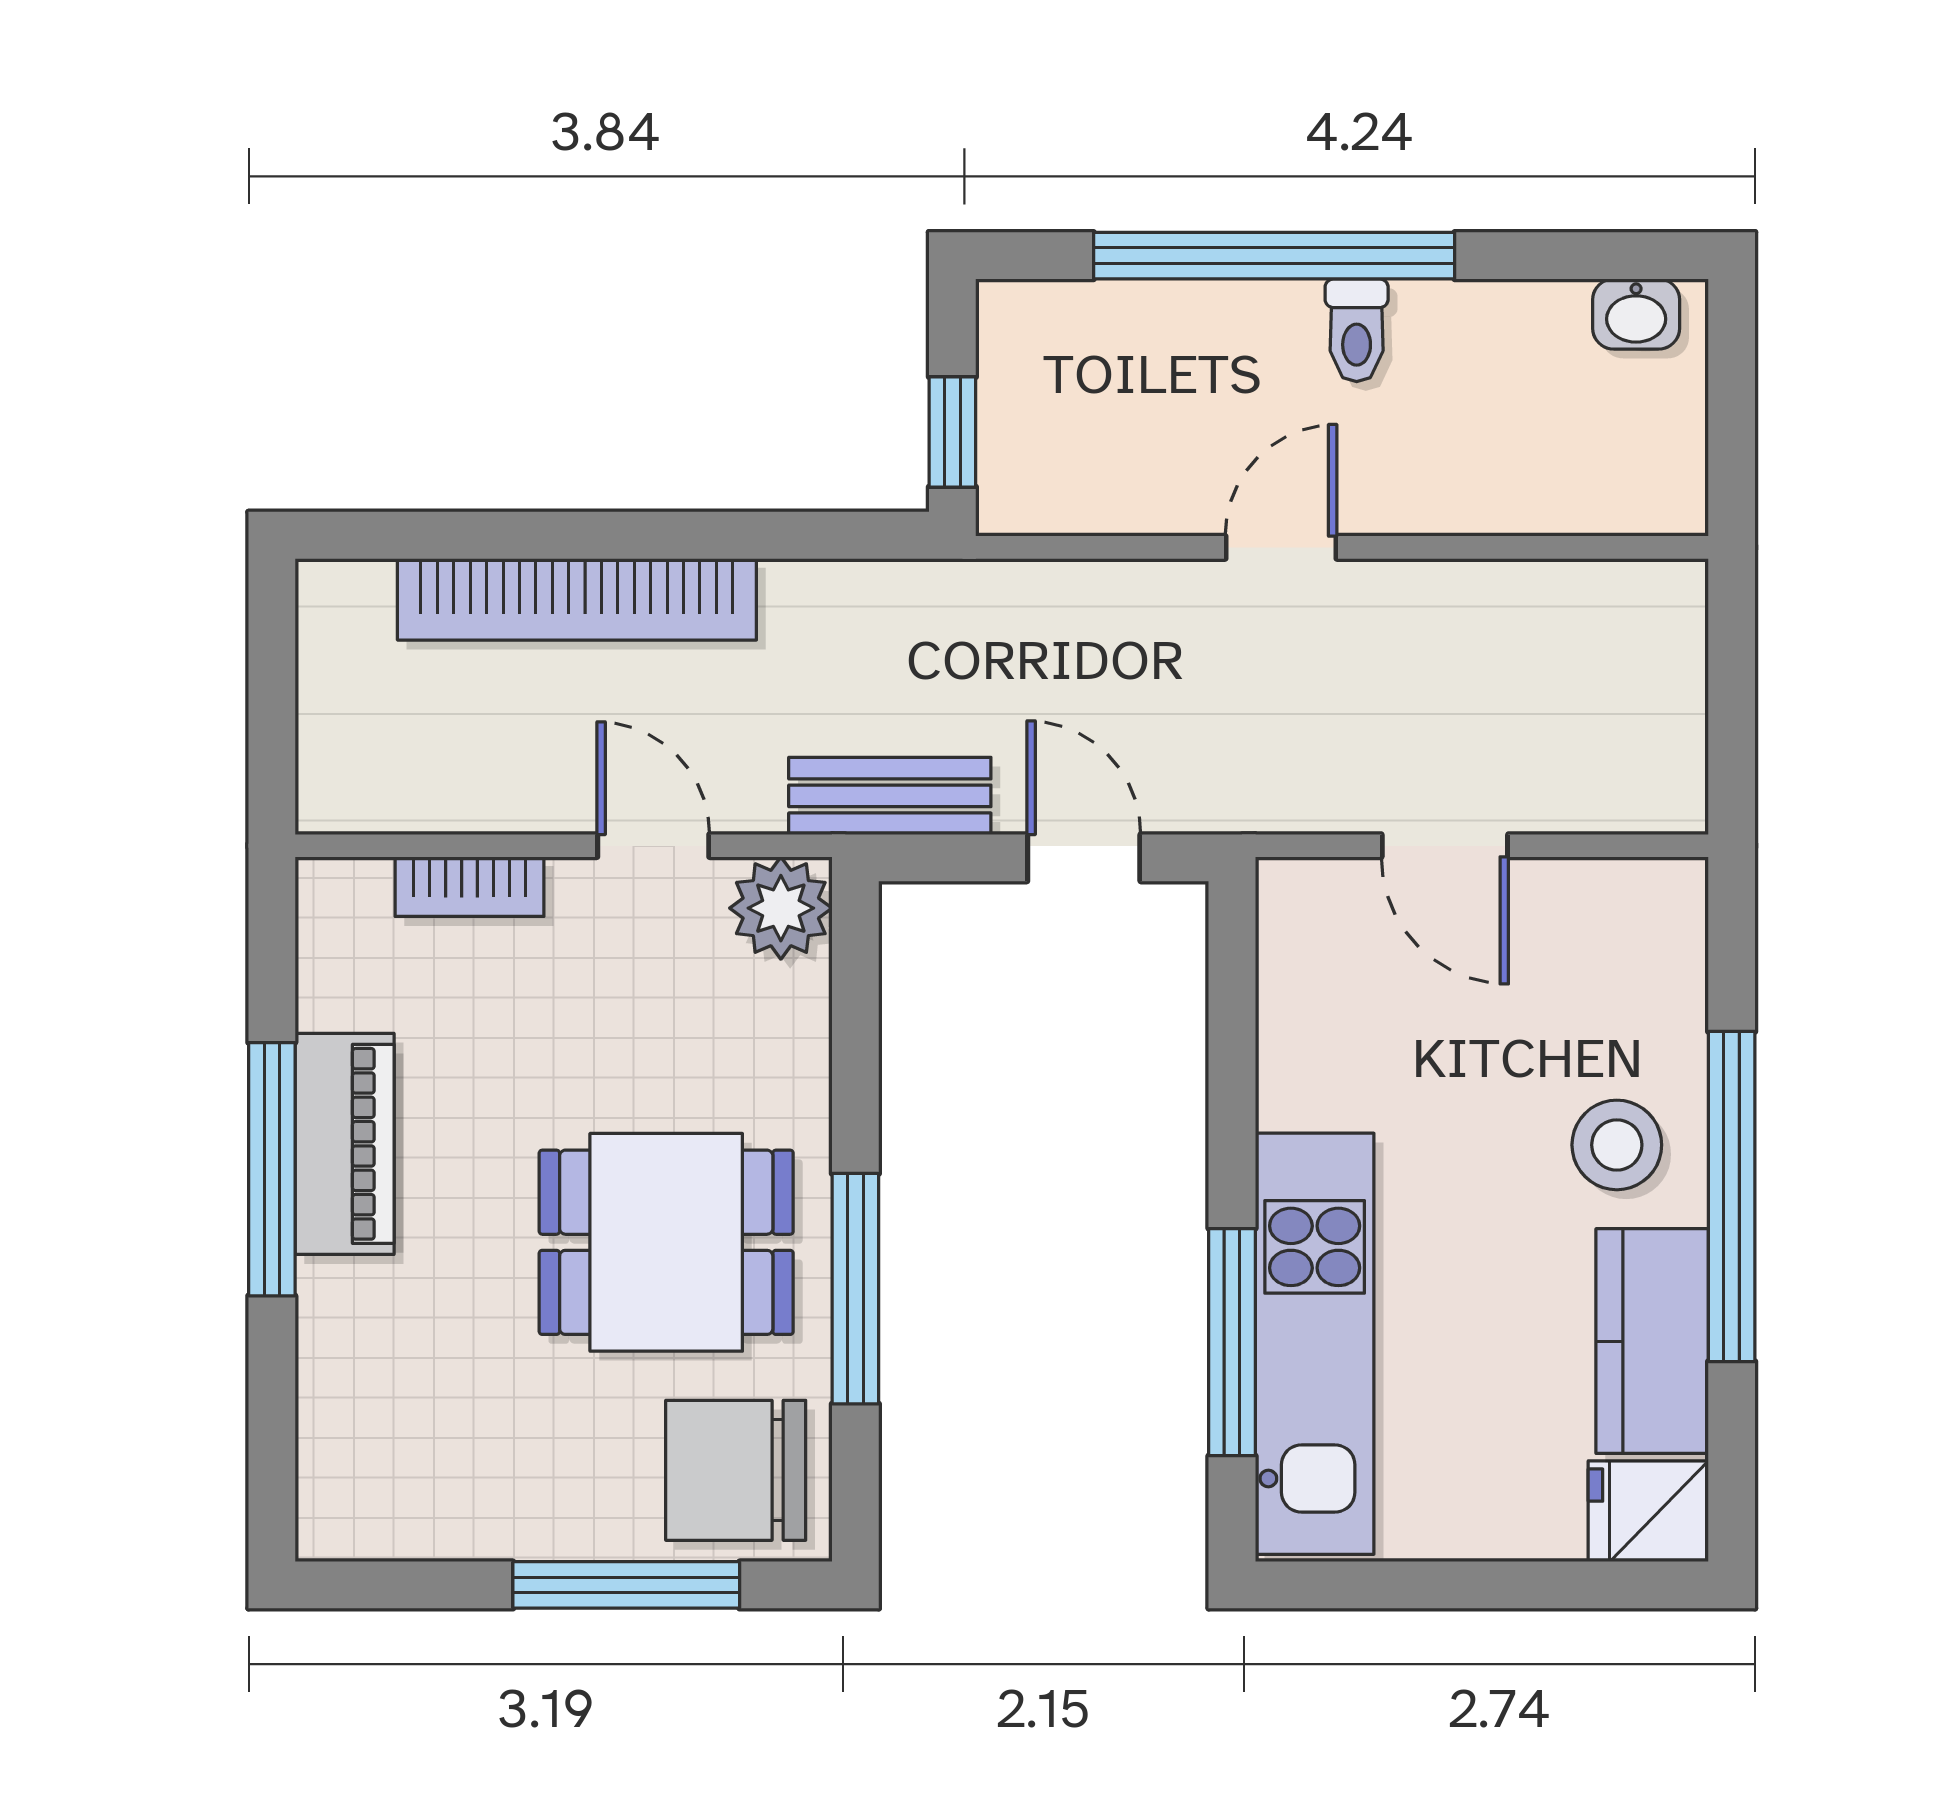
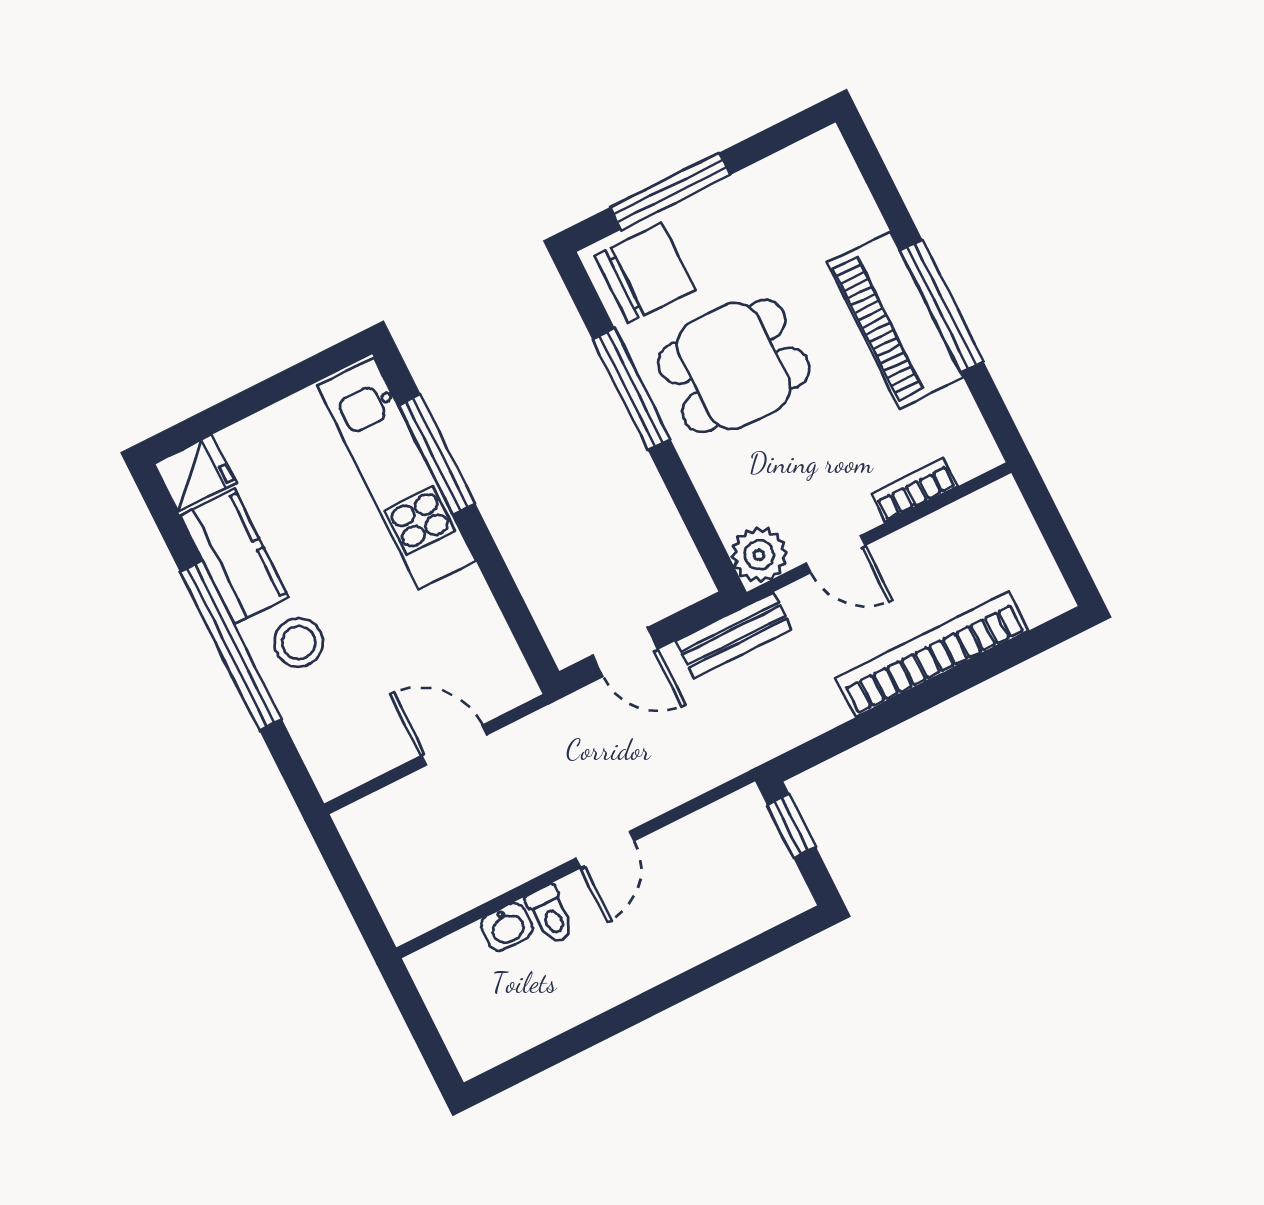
window: (1274, 256) -> (679, 989), removed
washbasin: (1636, 314) -> (507, 927), moved, turned 180
toilet: (1357, 330) -> (551, 915), moved, turned 180
piano: (345, 1144) -> (895, 320), width x1.37, depth x1.33

